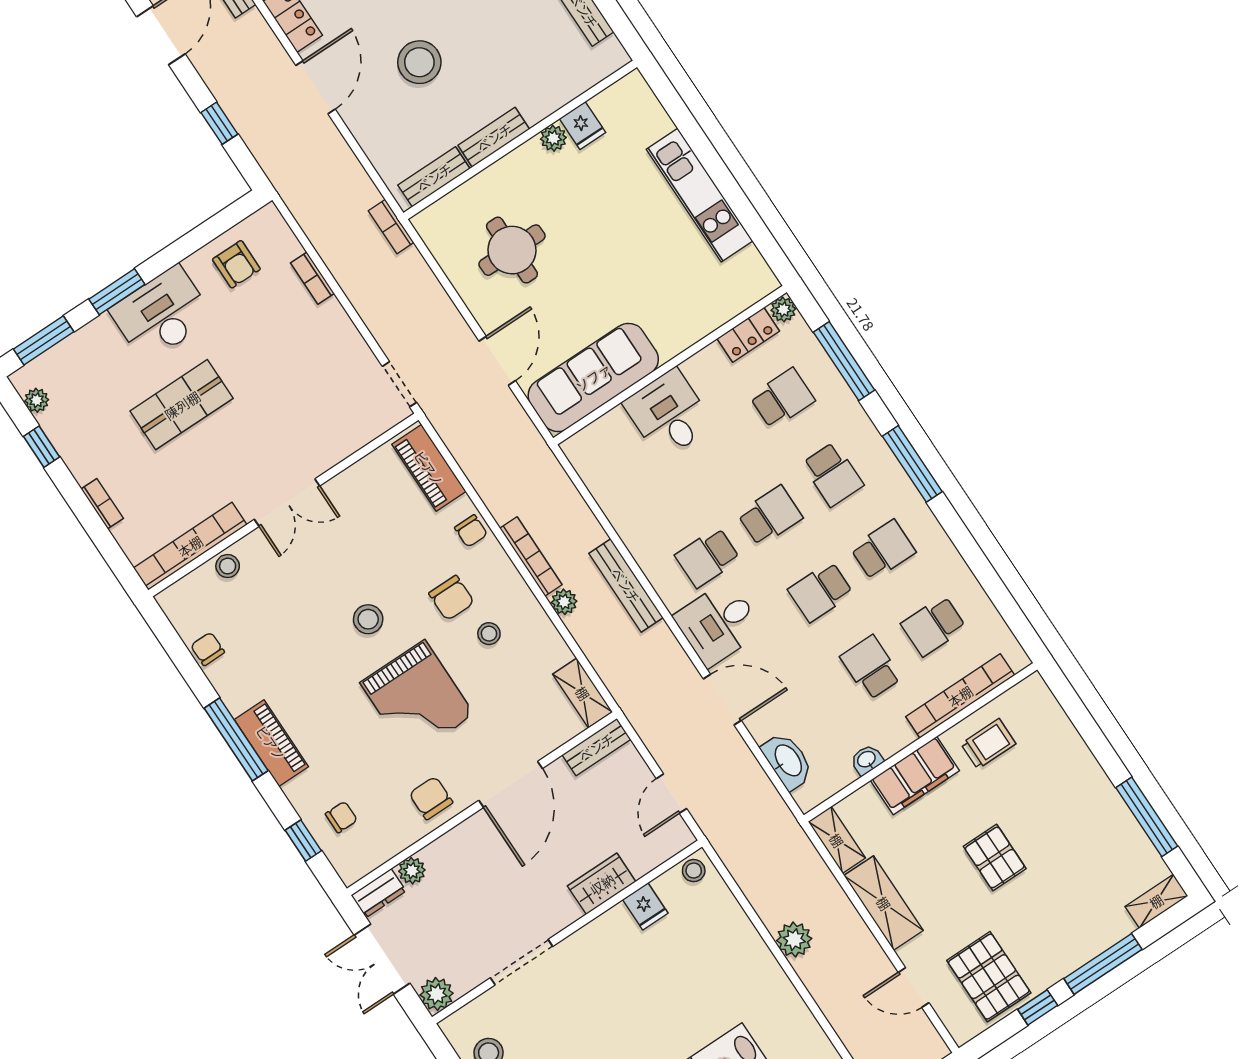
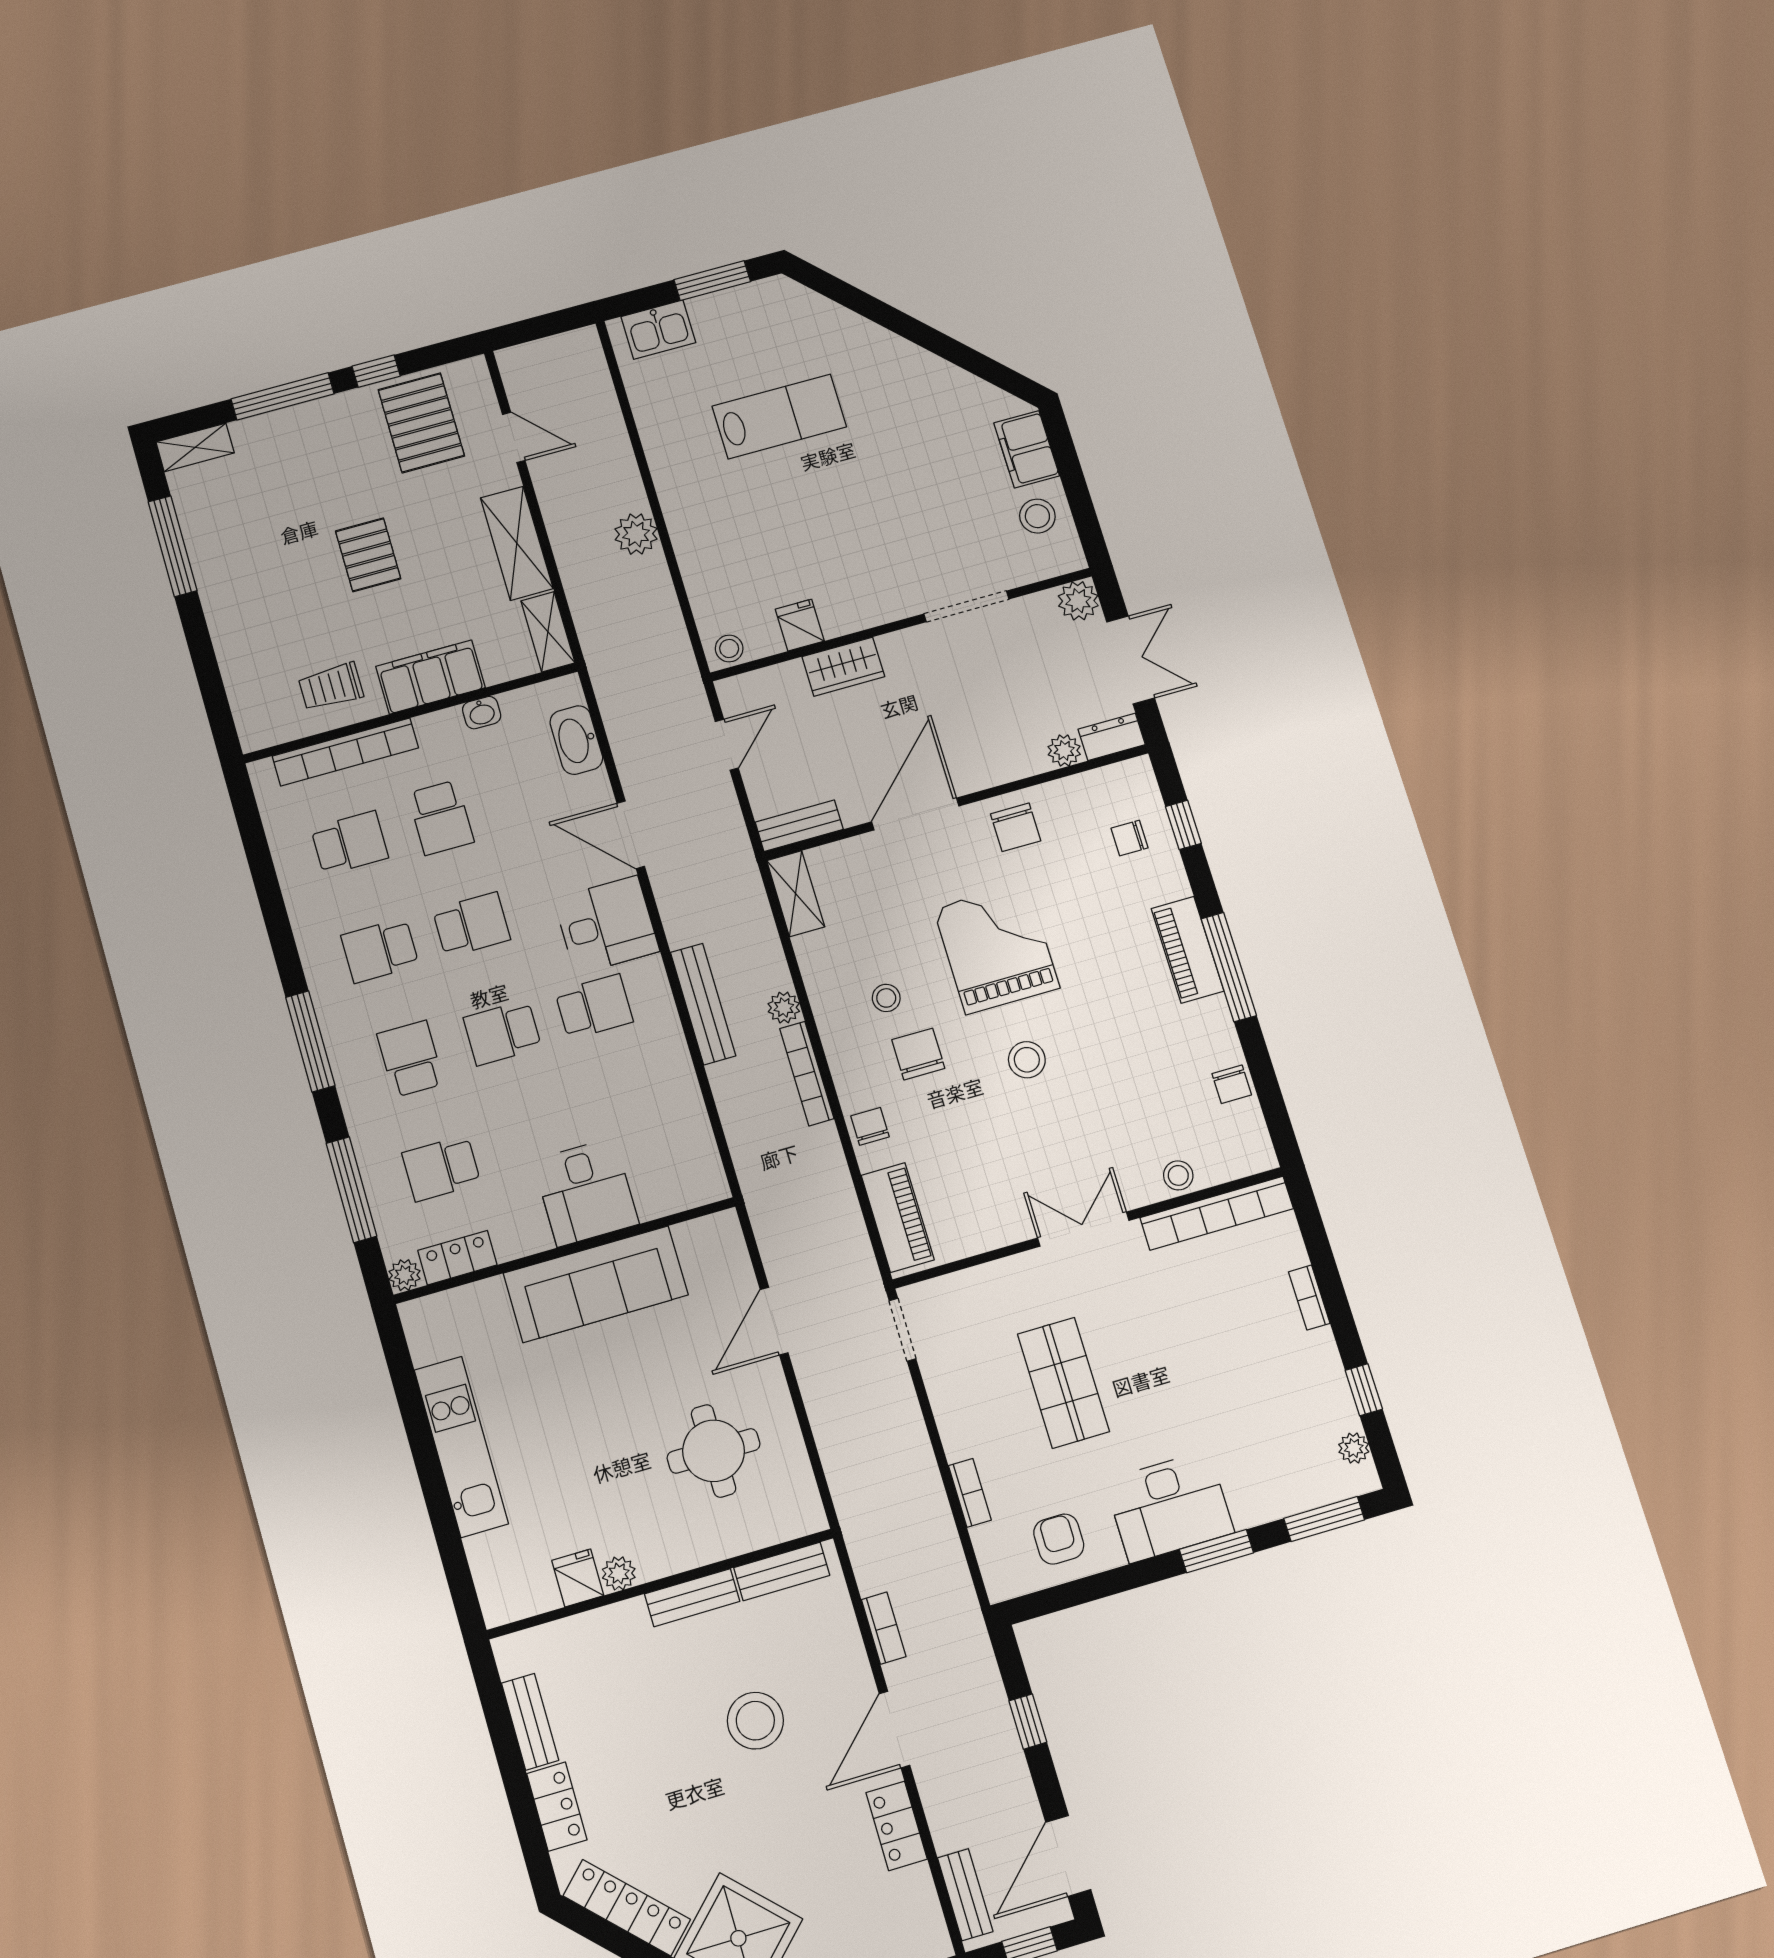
bookcase: (391, 227) -> (884, 1628), moved
sofa: (593, 377) -> (596, 1284), moved
shop shelf: (182, 405) -> (1063, 1383), moved, turned 90

